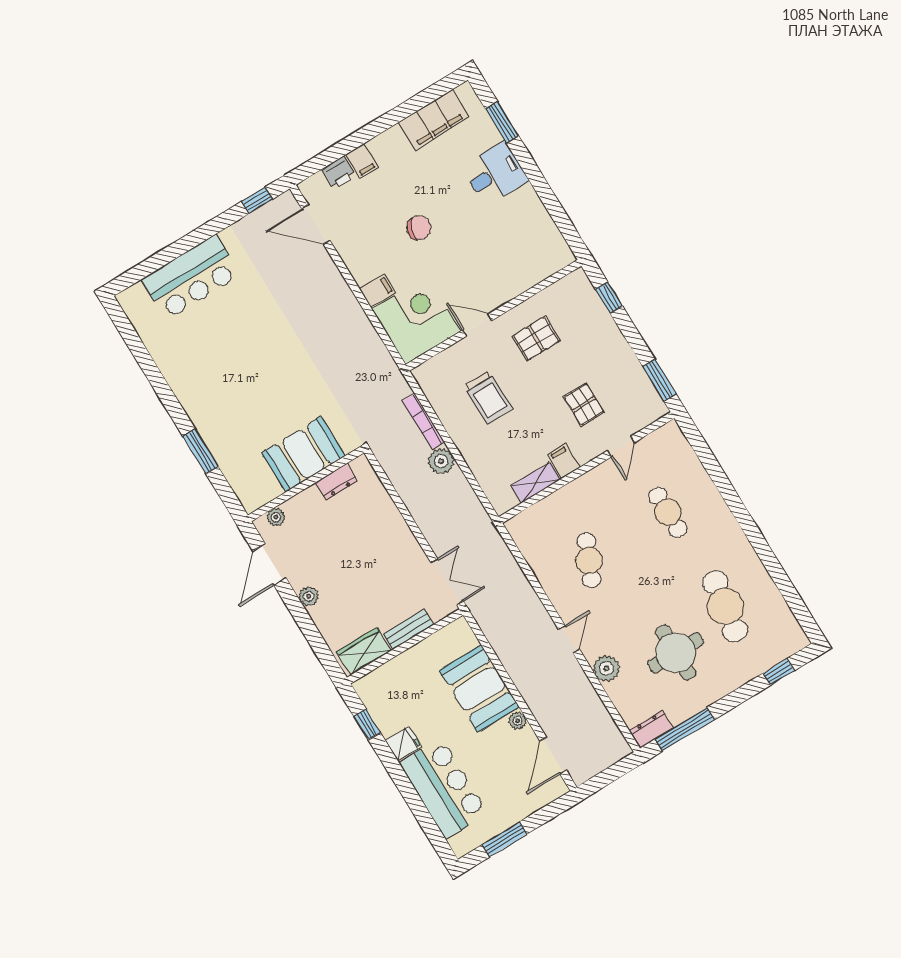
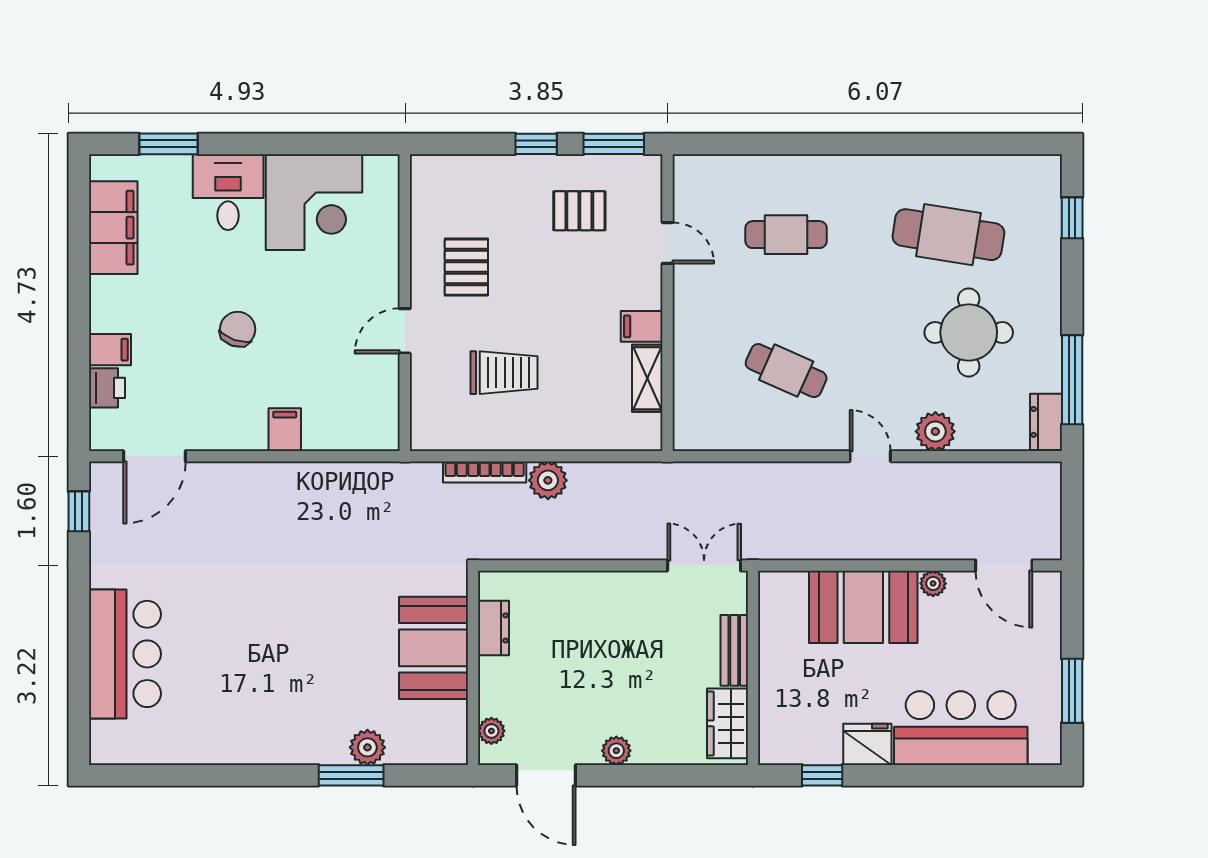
window: (609, 298) -> (536, 144), moved
corner desk: (416, 320) -> (314, 202), moved, turned 180
pallet: (584, 405) -> (579, 211), moved
plant: (223, 451) -> (367, 747), added
fridge: (403, 744) -> (867, 744), width x1.38

